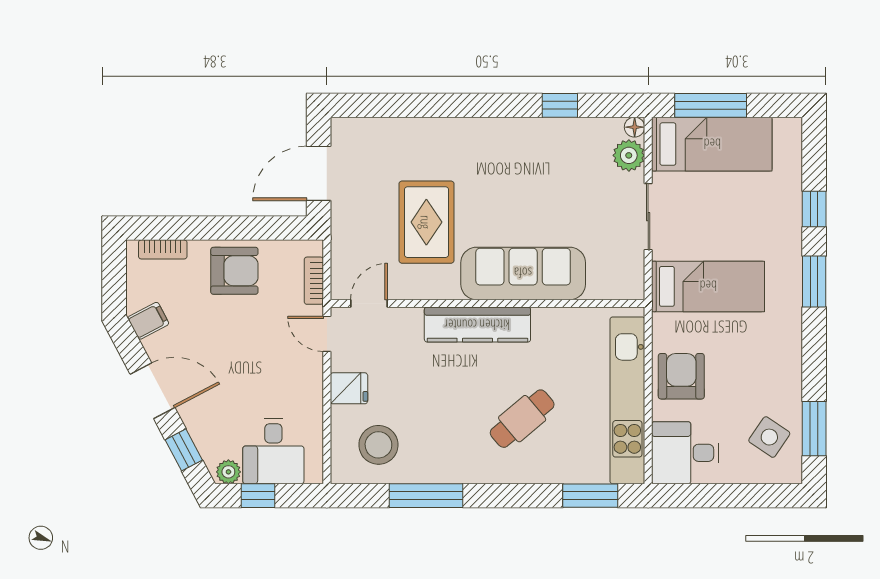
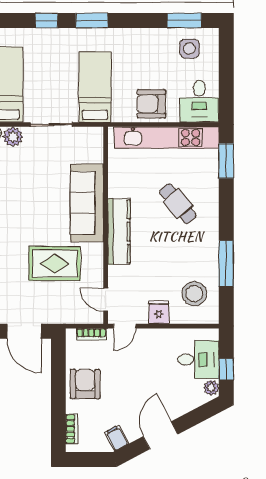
side table: (769, 437) -> (189, 49), turned -34
window: (184, 450) -> (198, 416), removed

